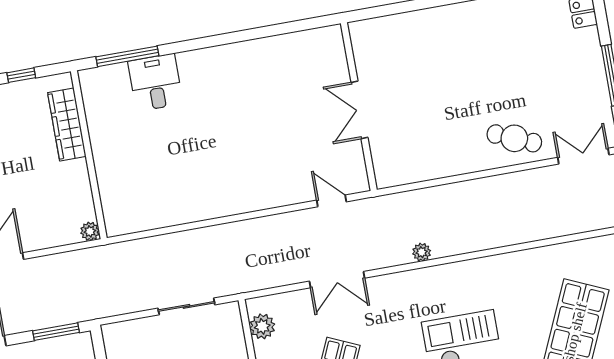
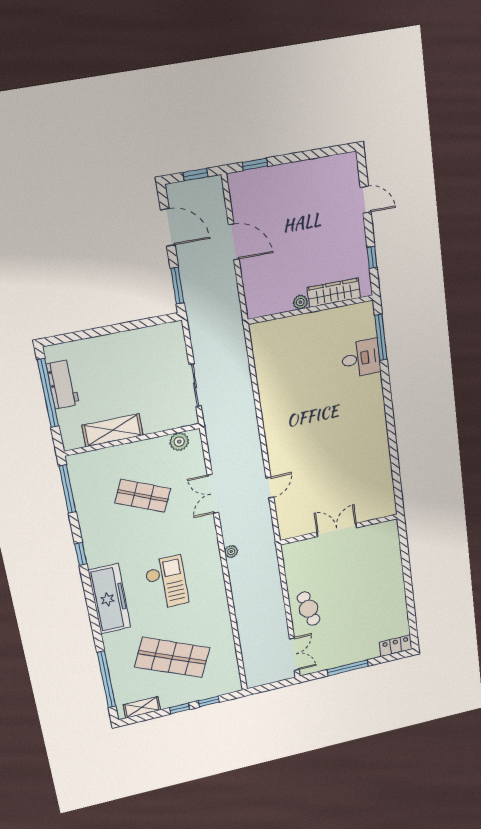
wall: (359, 107) -> (339, 529), moved
double door: (359, 110) -> (337, 530), moved
cafe table: (514, 138) -> (309, 609), turned -37
plant: (90, 231) -> (300, 302), moved

